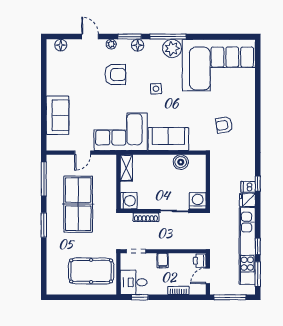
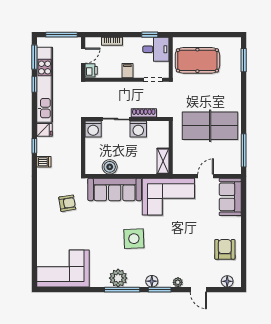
corner sofa: (219, 65) -> (63, 268), width x0.73, depth x0.74
armchair: (115, 75) -> (225, 249), moved, turned 90
side table: (156, 89) -> (134, 239), width x1.87, depth x1.87
sofa: (58, 115) -> (230, 197), moved
sofa: (168, 139) -> (115, 189), width x1.36
dishwasher: (248, 187) -> (44, 162), moved
washing machine: (129, 201) -> (138, 129), moved, turned -90
table tennis table: (78, 204) -> (210, 126), turned 90
window: (44, 225) -> (244, 60), moved

